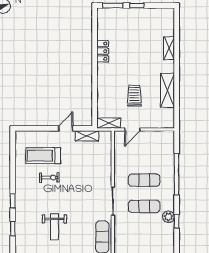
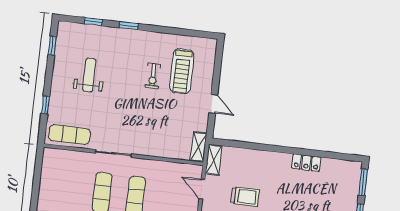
shelving: (87, 136) -> (199, 147), moved
treadmill: (43, 156) -> (182, 71), turned 180
weight bench: (54, 227) -> (89, 75), turned 90

